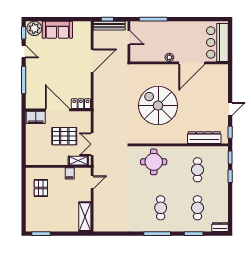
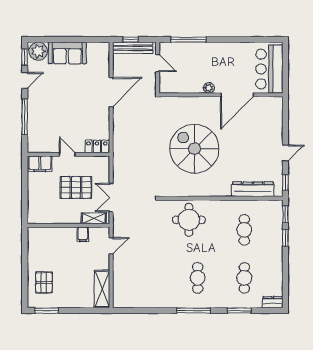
door: (24, 51) -> (25, 80), hinge flipped
door: (57, 110) -> (67, 154), width x0.53
pallet: (41, 188) -> (44, 283), moved

